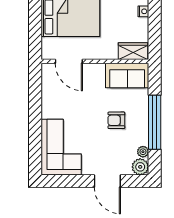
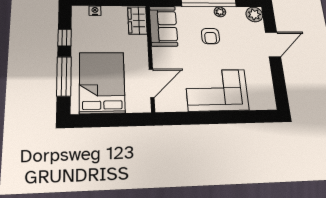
corner sofa: (61, 147) -> (217, 90), moved
plant: (143, 152) -> (220, 12), moved

